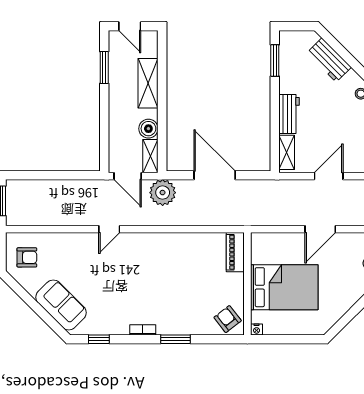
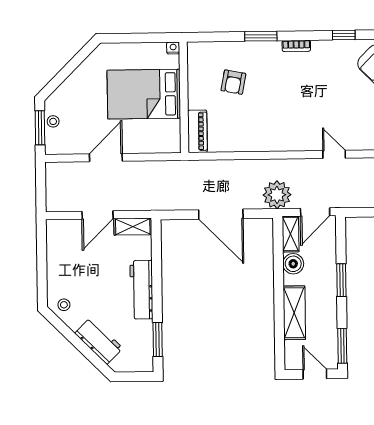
window: (104, 67) -> (342, 346), moved
window: (104, 113) -> (341, 280), added
workbench: (289, 114) -> (141, 290), width x1.38
shelving: (287, 152) -> (133, 227), moved, turned 90
door: (128, 176) -> (315, 212), swing flipped
door: (109, 229) -> (334, 154), hinge flipped
armchair: (228, 319) -> (233, 82), moved, turned 49

